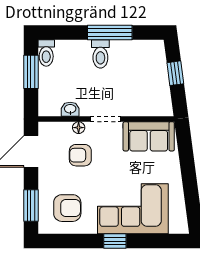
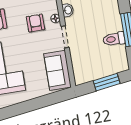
toilet: (100, 54) -> (114, 39), moved
window: (175, 73) -> (107, 82), width x1.50

